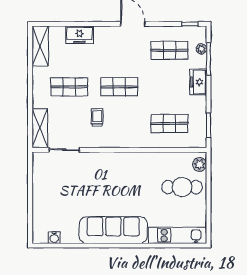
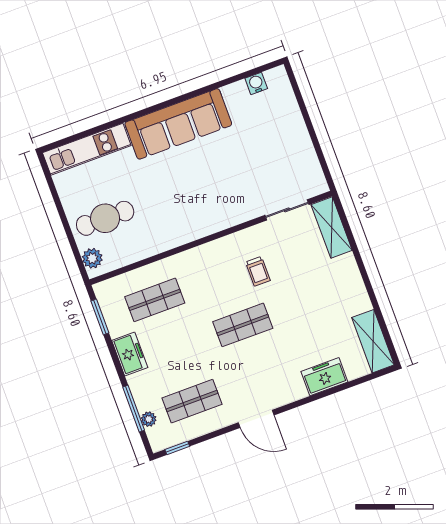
freezer: (198, 82) -> (130, 354), moved
shop shelf: (69, 87) -> (312, 299), removed

